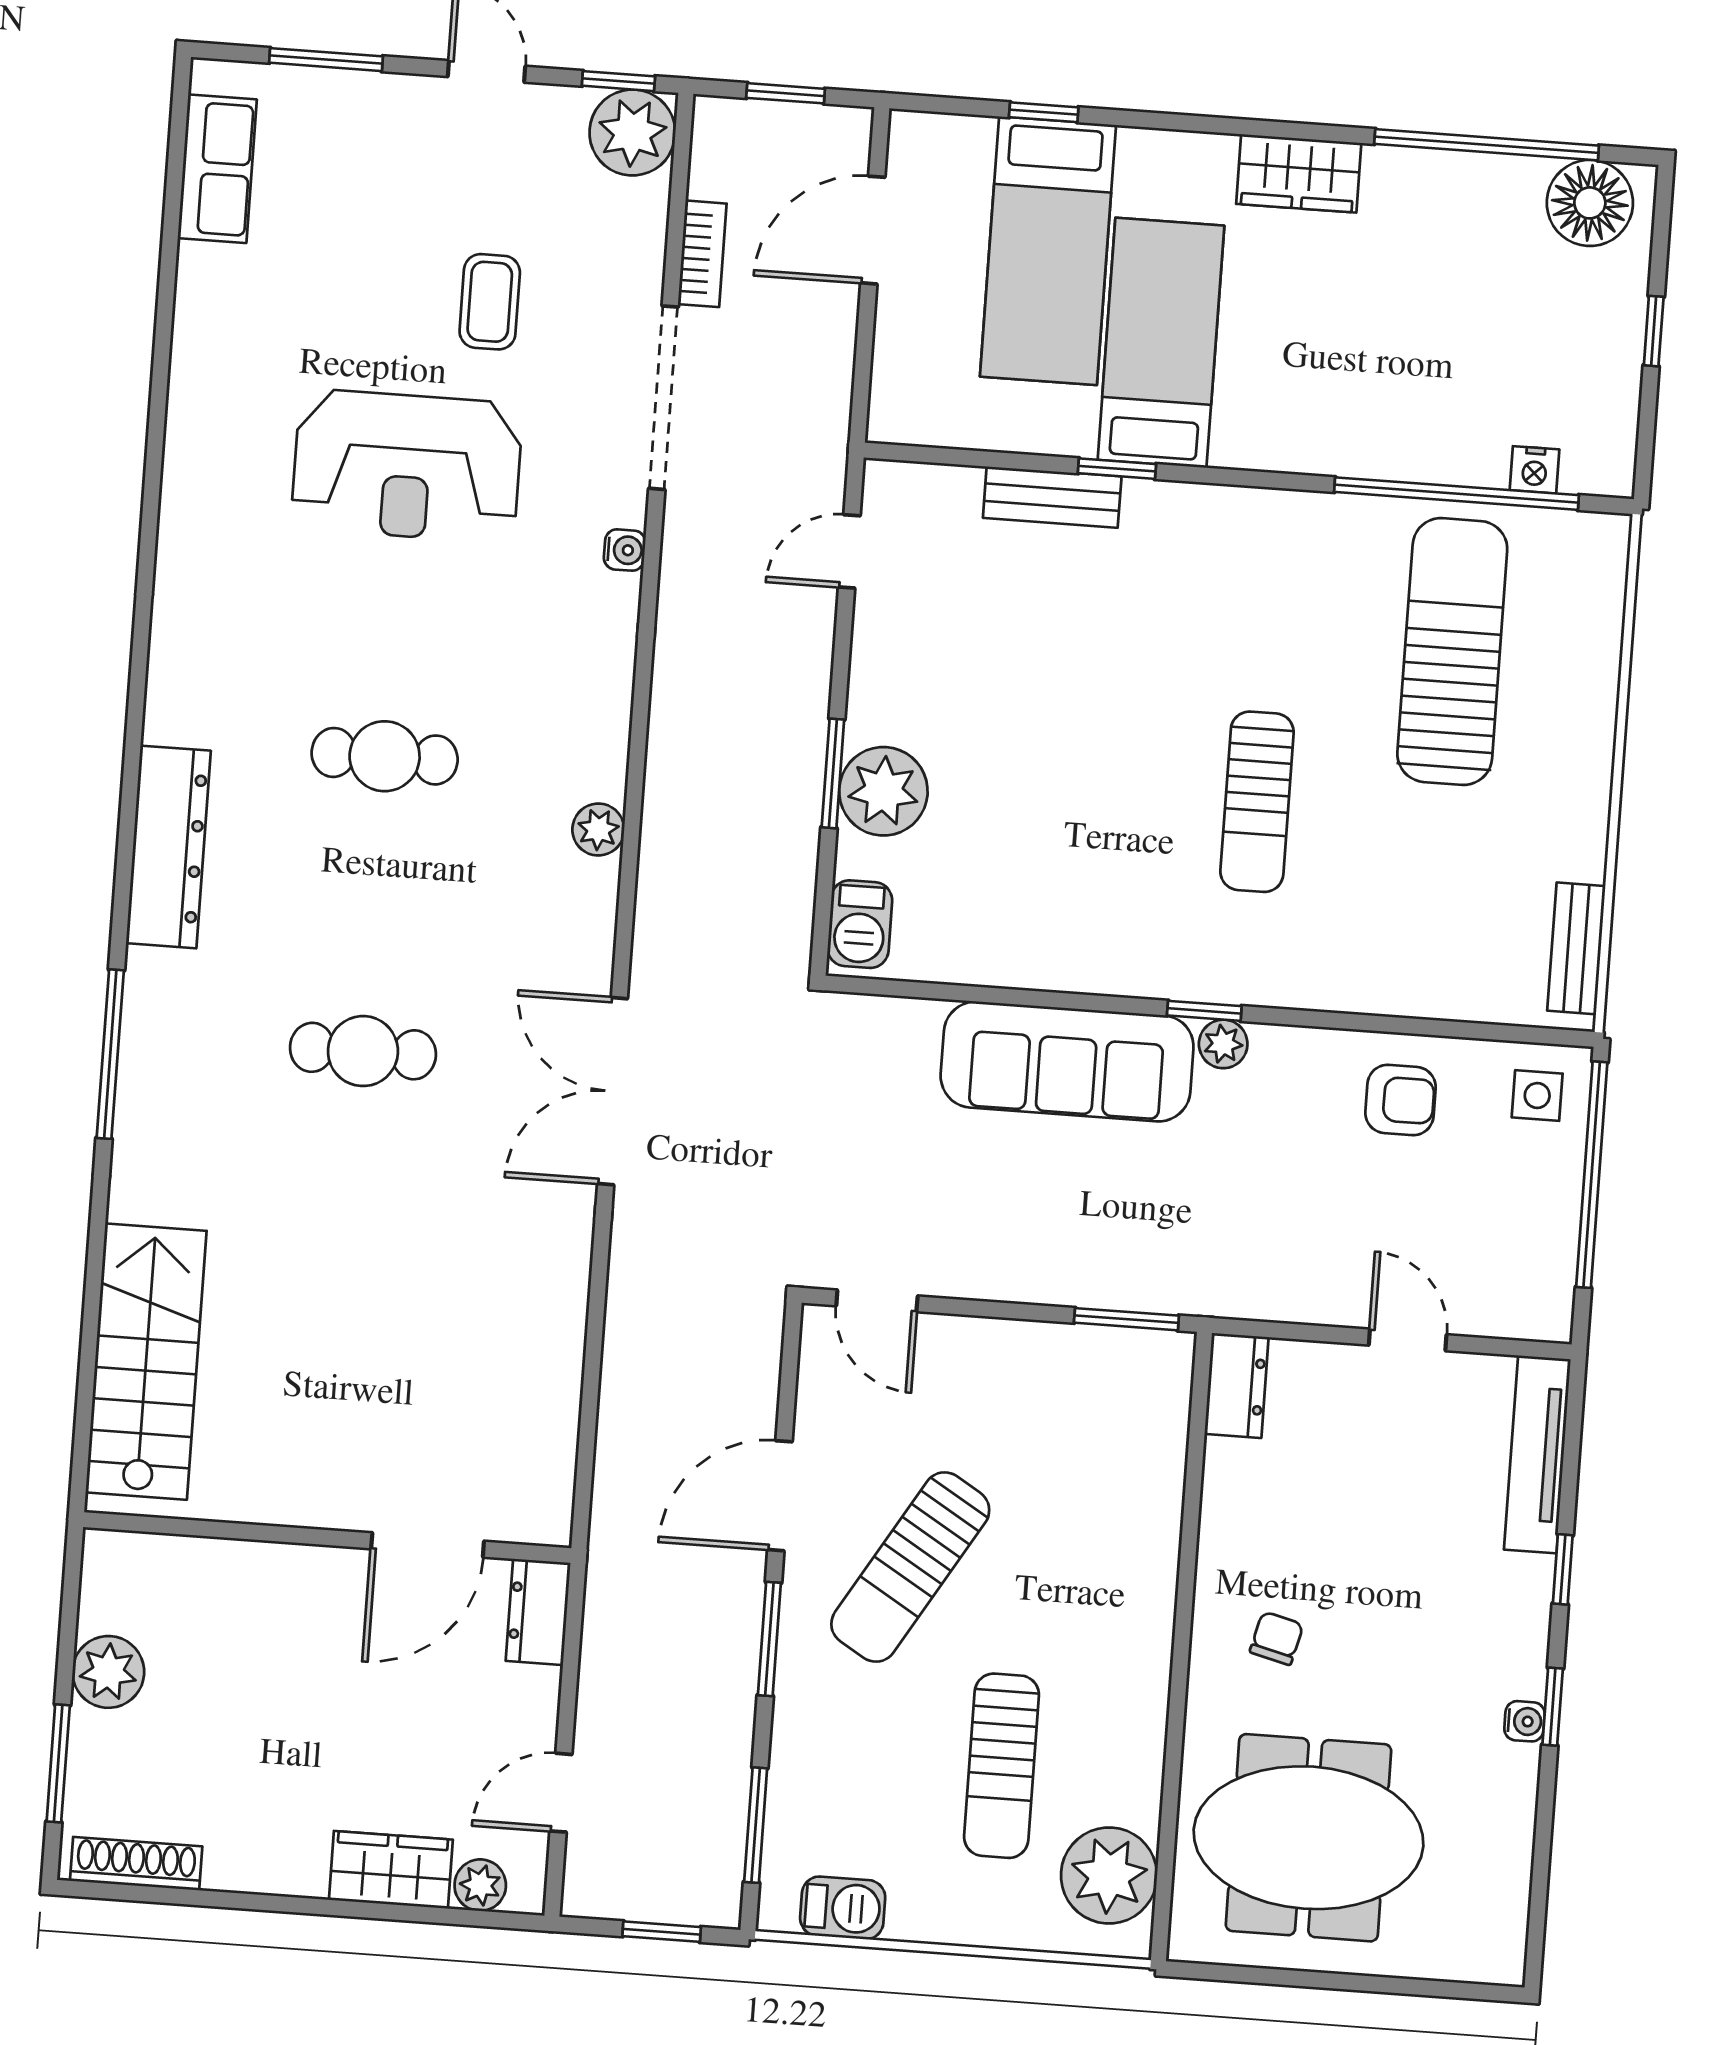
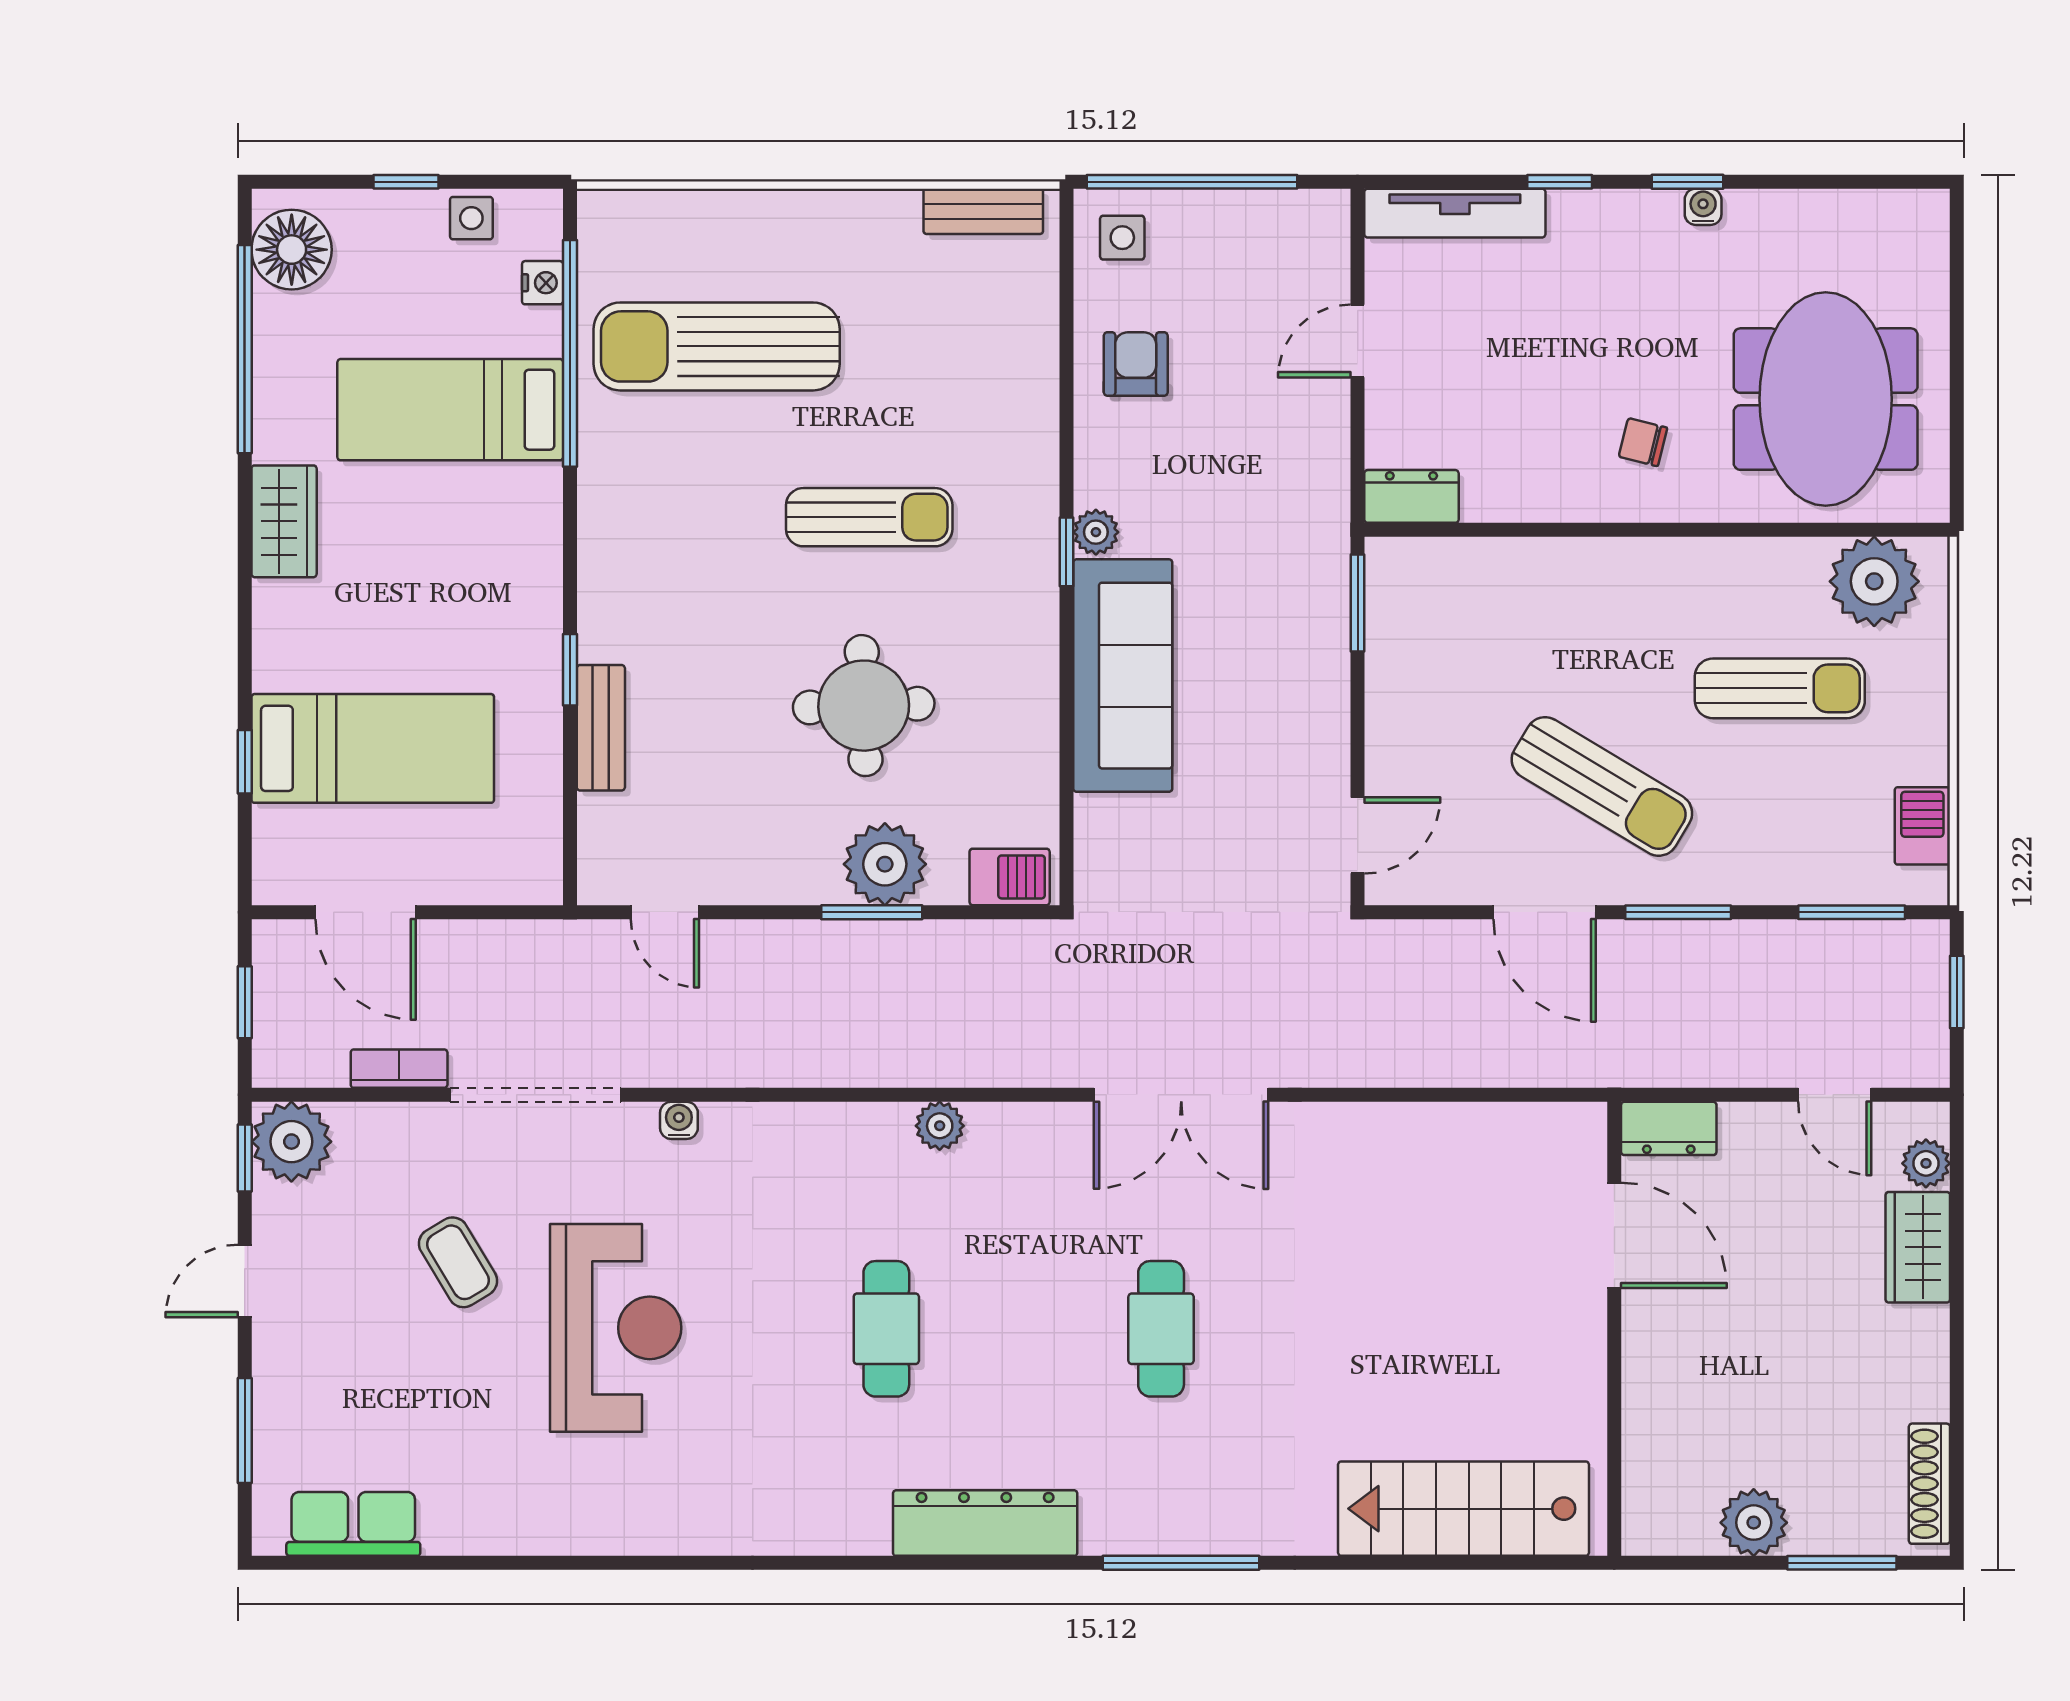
coffee table: (490, 302) -> (458, 1262), turned 59
bed: (1161, 343) -> (450, 410), moved
side table: (1609, 398) -> (471, 218), added
round table: (1055, 781) -> (864, 706), added

